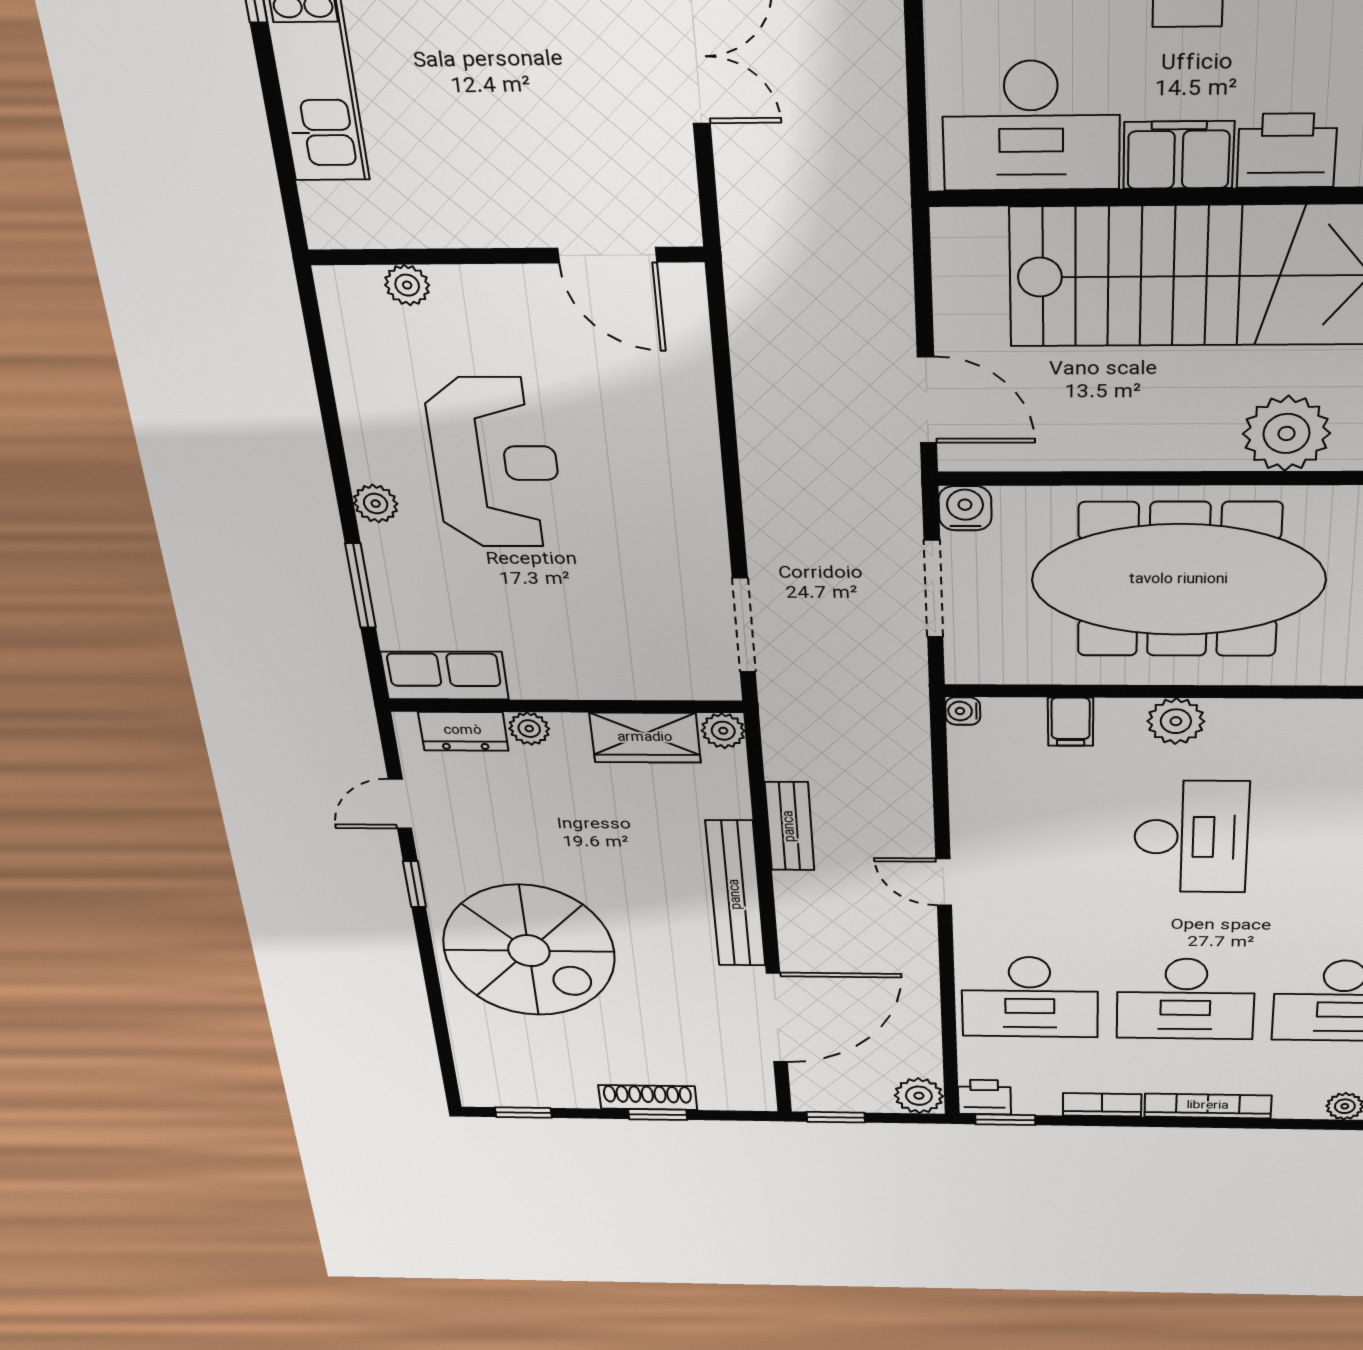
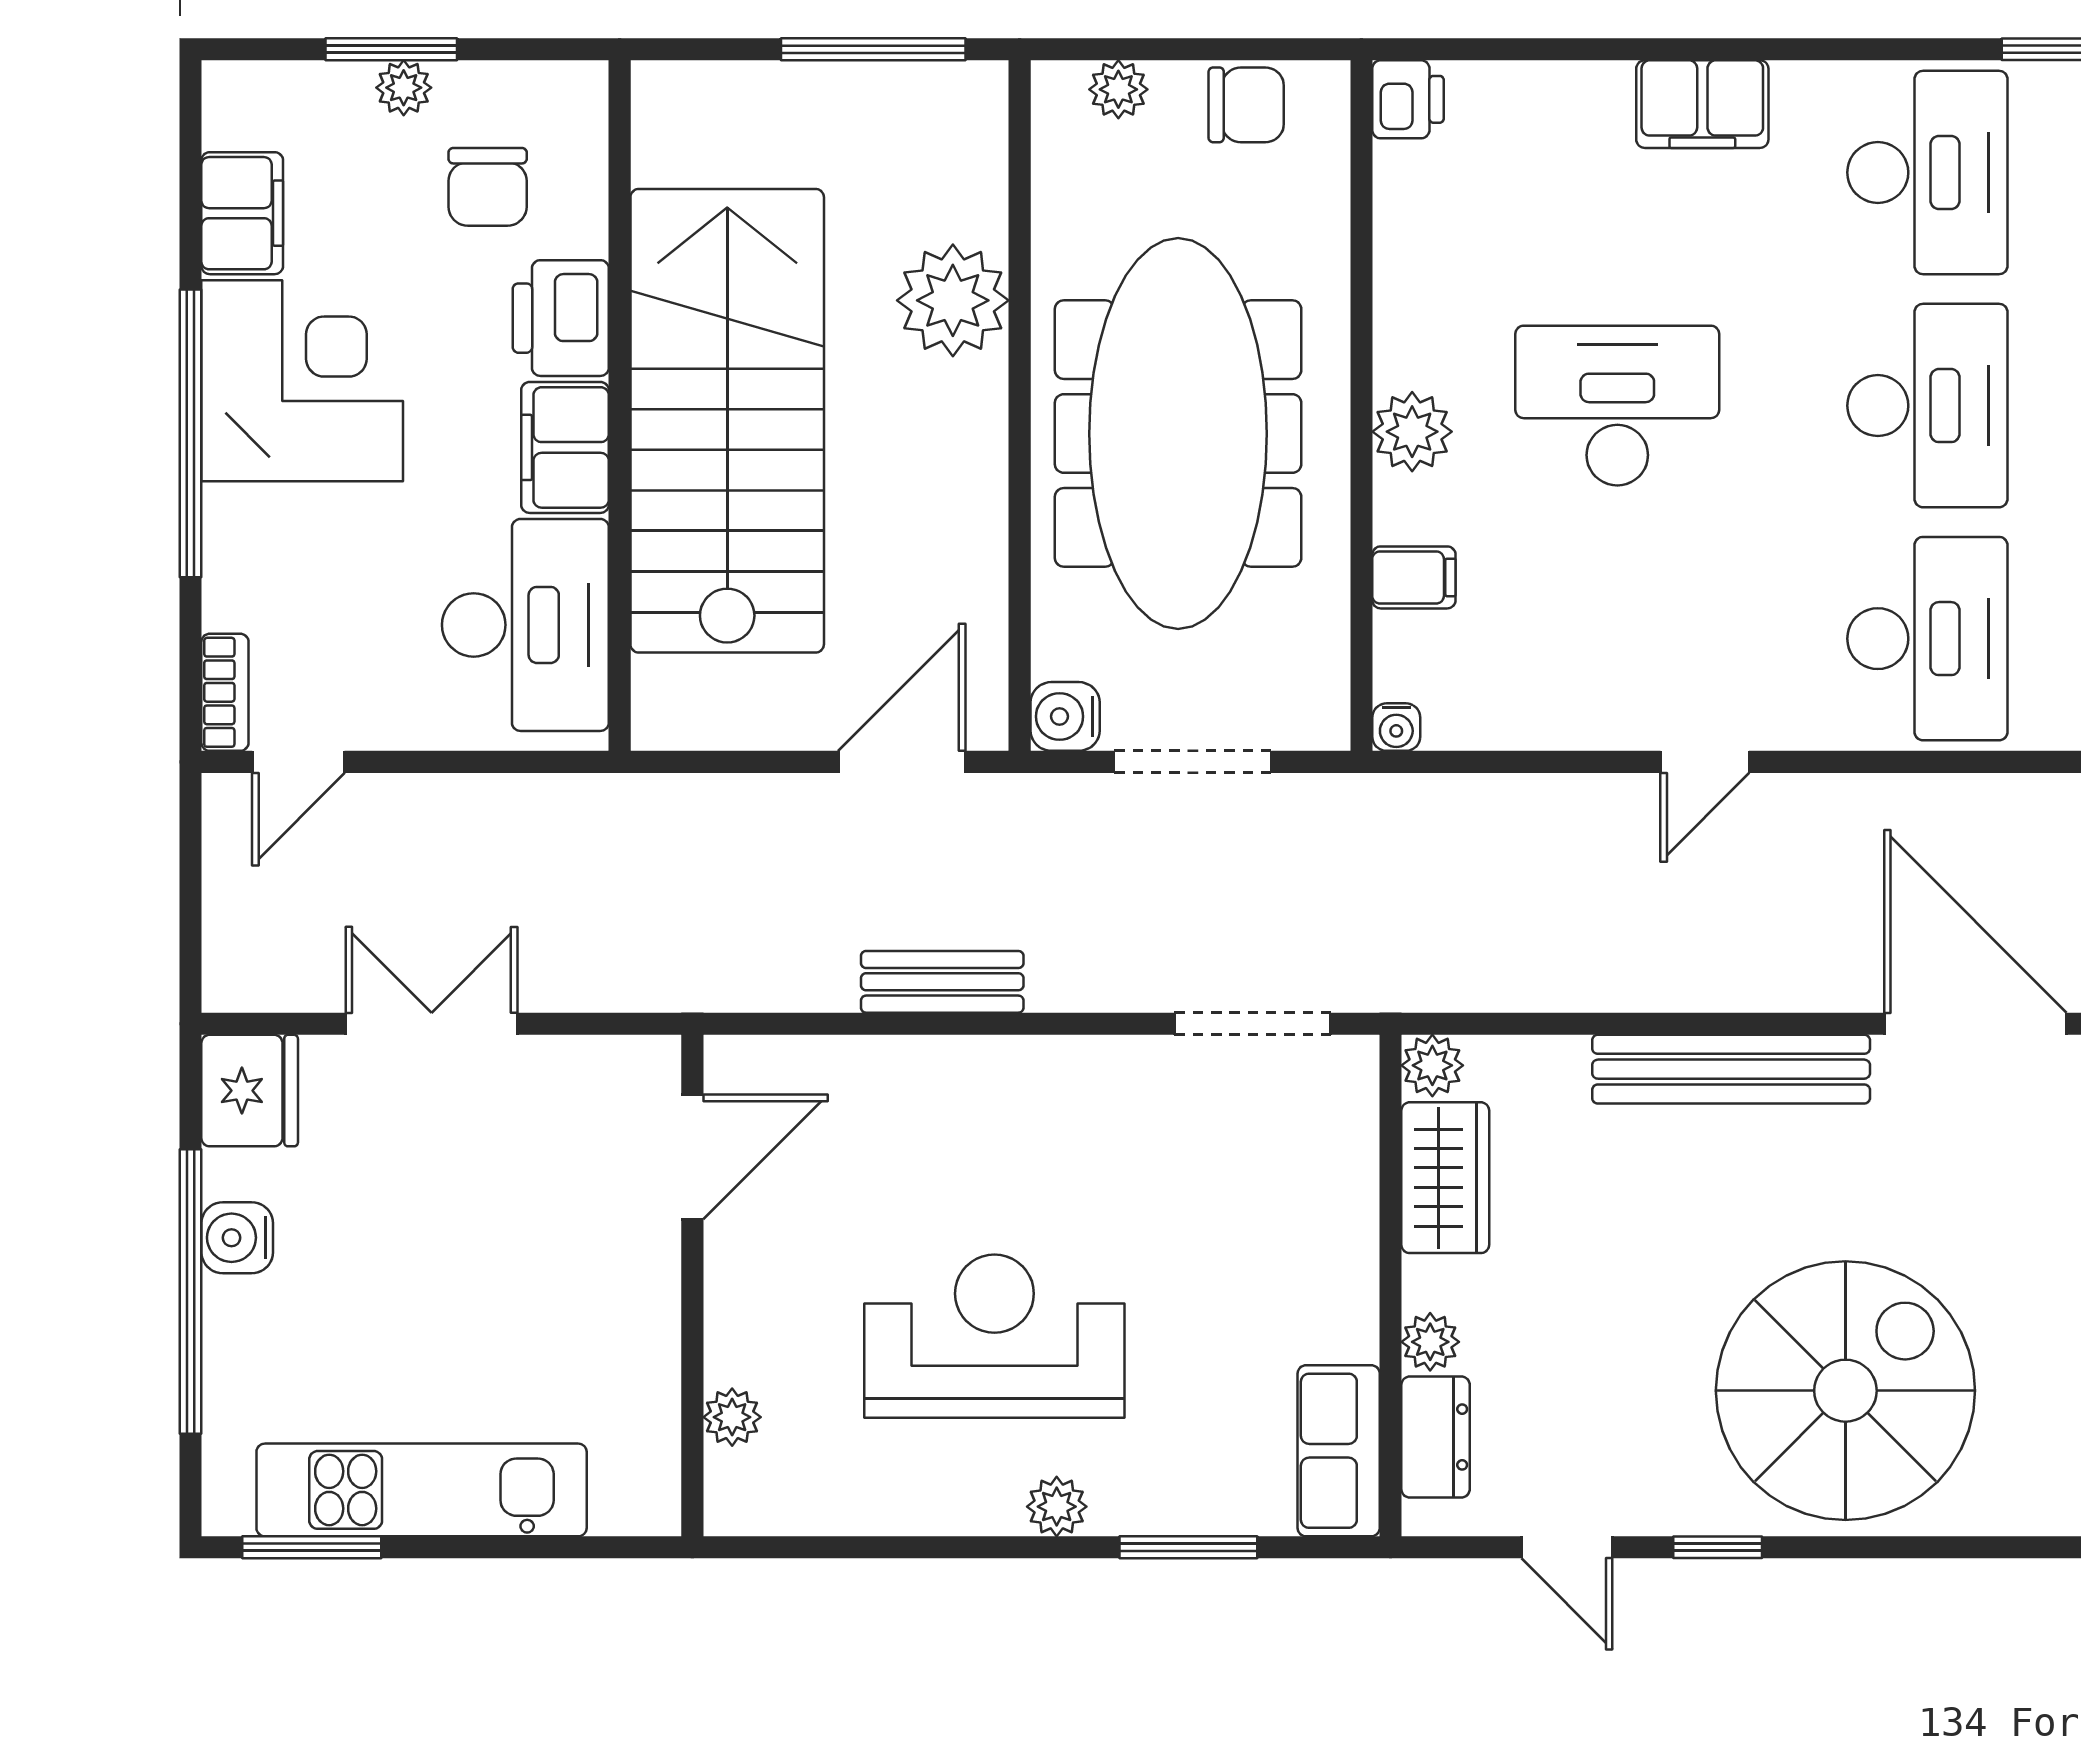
bench: (790, 826) -> (942, 982), moved

